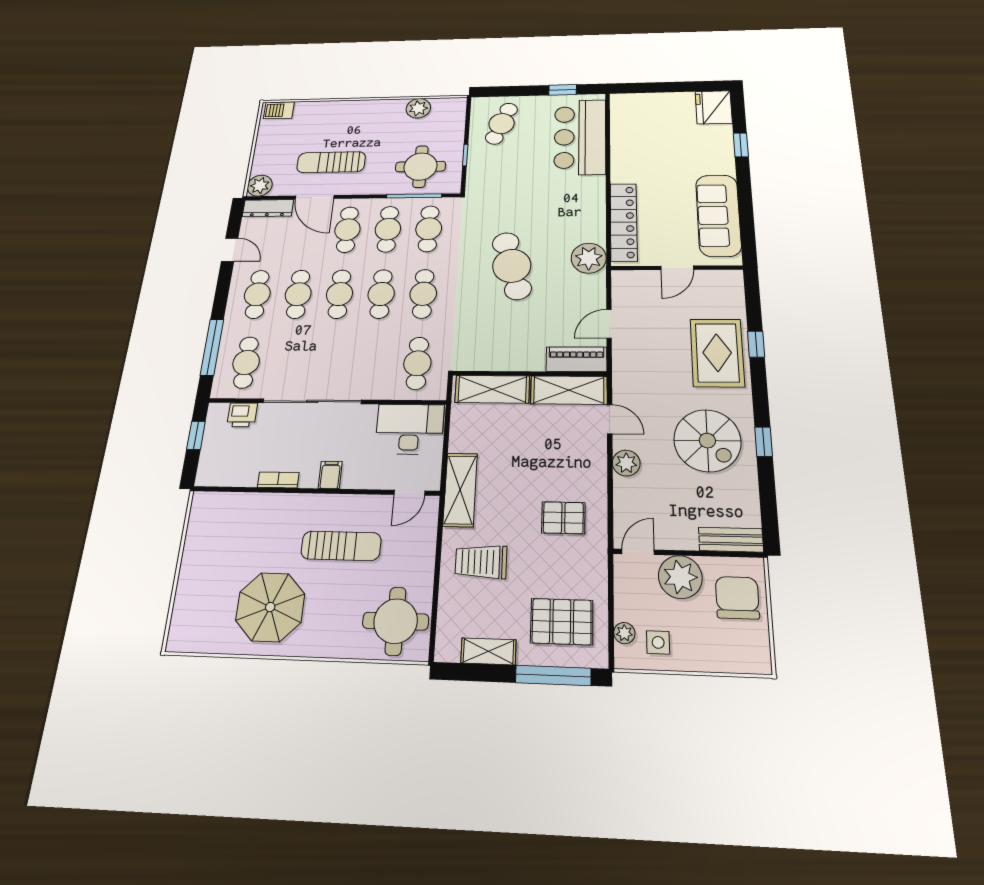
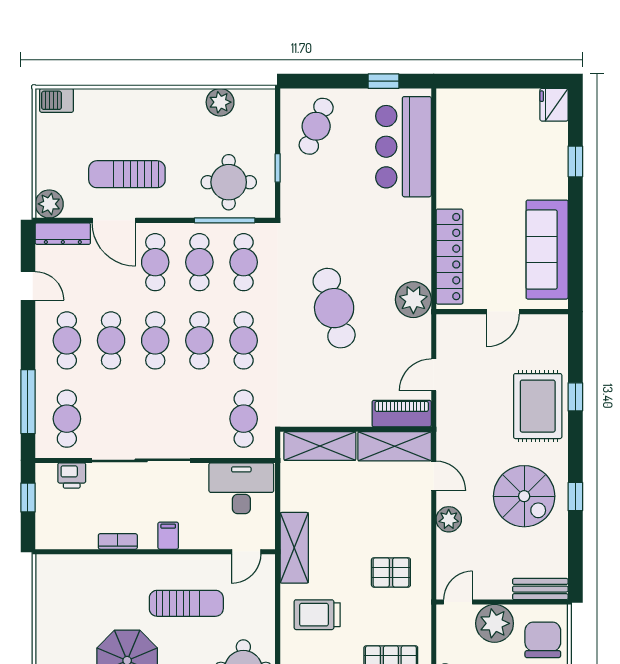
fridge: (714, 107) -> (554, 105), width x0.73, depth x0.75

